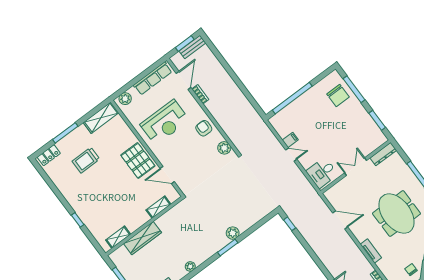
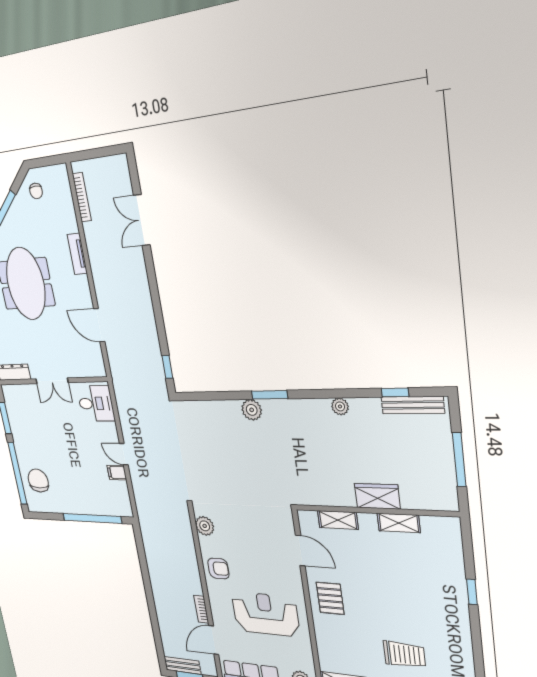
window: (354, 89) -> (17, 473), width x1.46
armchair: (204, 128) -> (218, 568), turned -90
pallet: (138, 161) -> (330, 598), width x0.67, depth x0.71
shelving: (118, 237) -> (399, 523), moved
wardrobe: (142, 238) -> (377, 496), width x0.67

